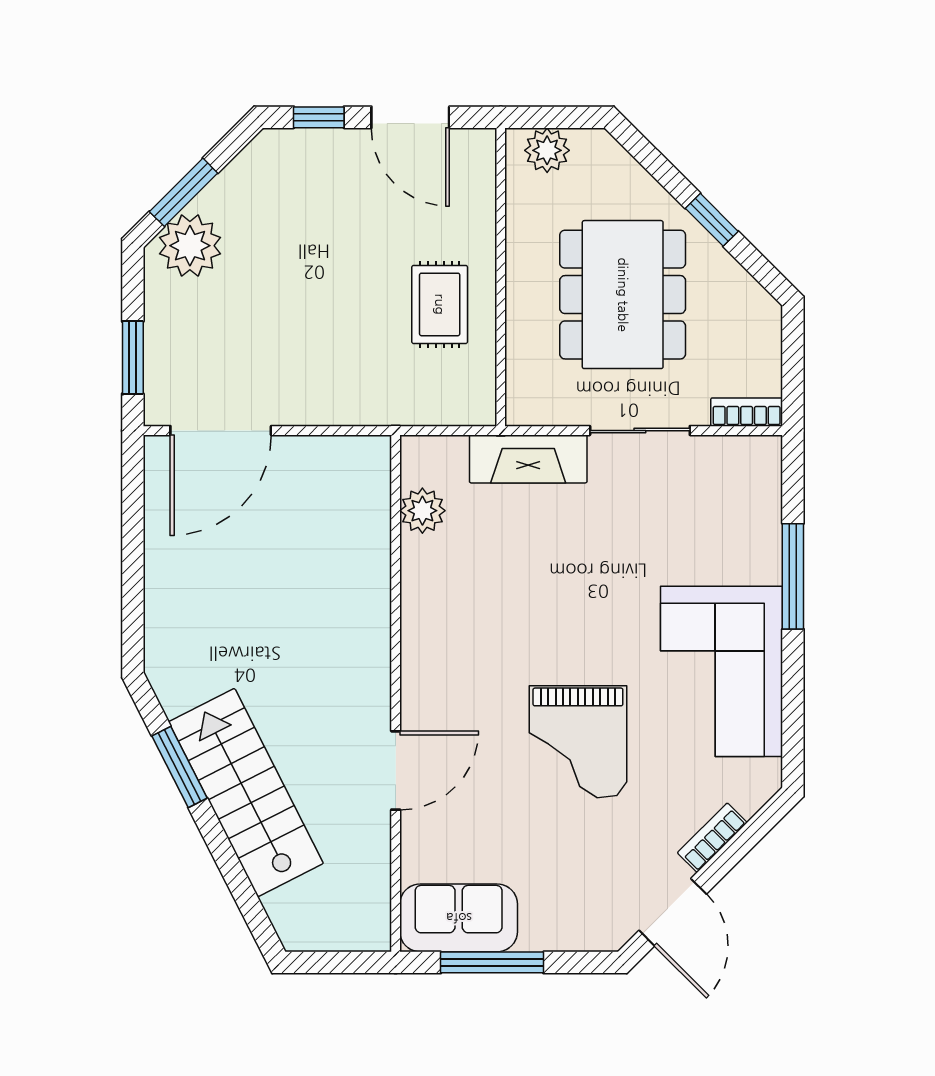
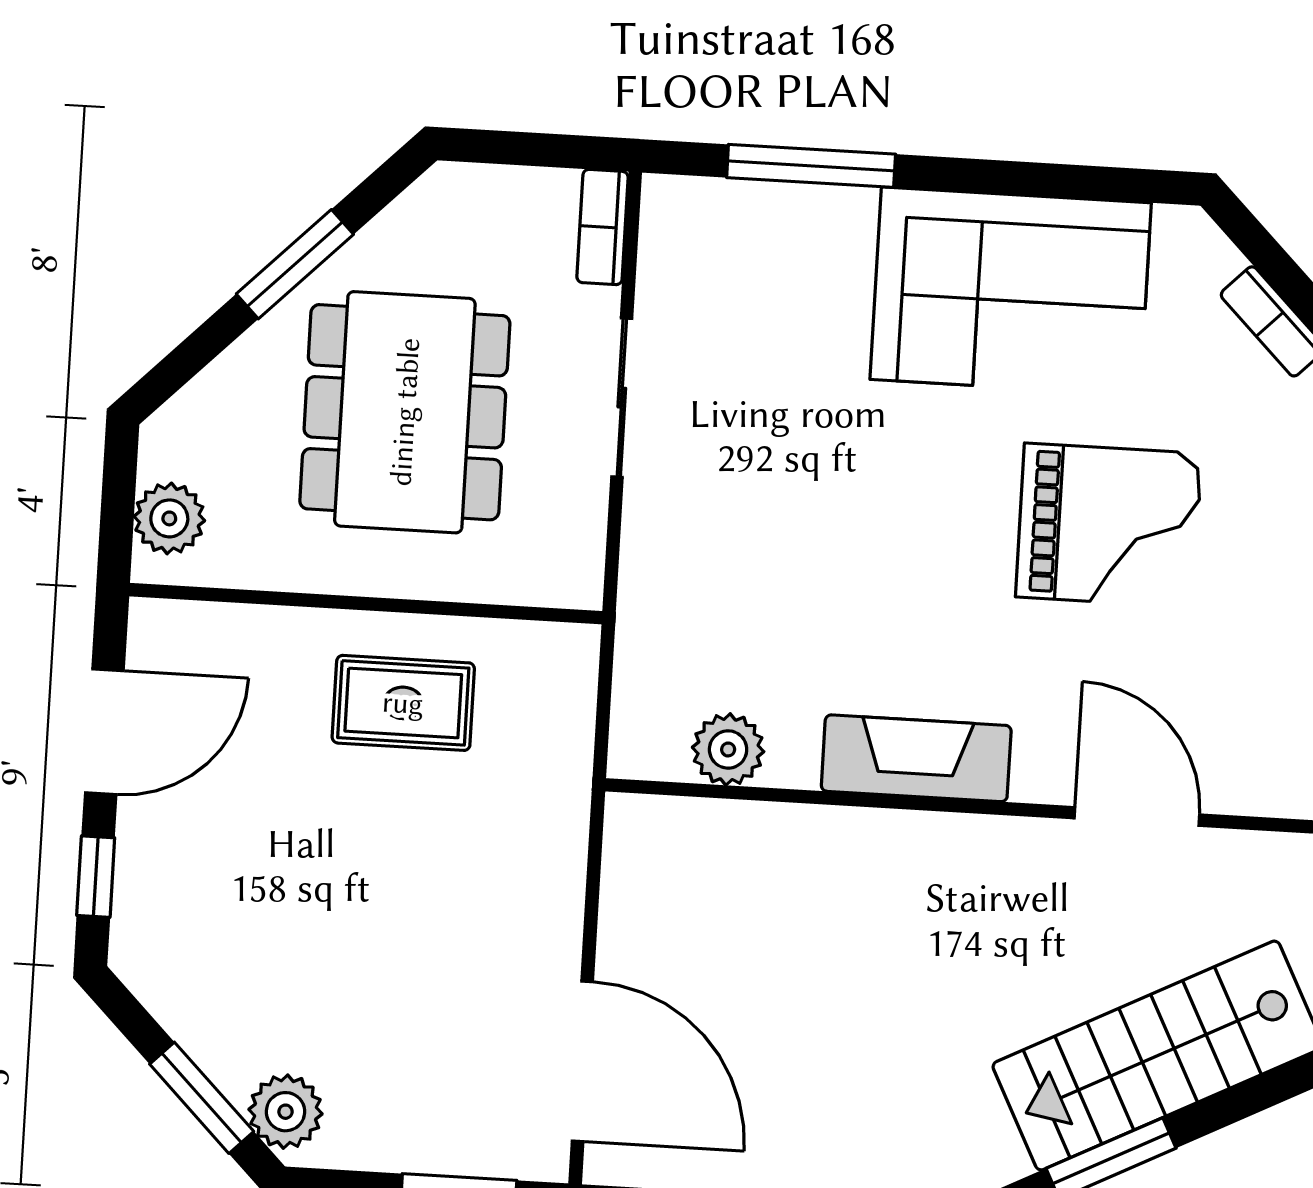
window: (712, 220) -> (295, 264), width x1.50
plant: (190, 246) -> (286, 1112), width x0.73, depth x0.73
dining table: (623, 295) -> (405, 412), turned 90
fireplace: (528, 459) -> (916, 758), moved, turned -90
window: (793, 576) -> (811, 166), moved

